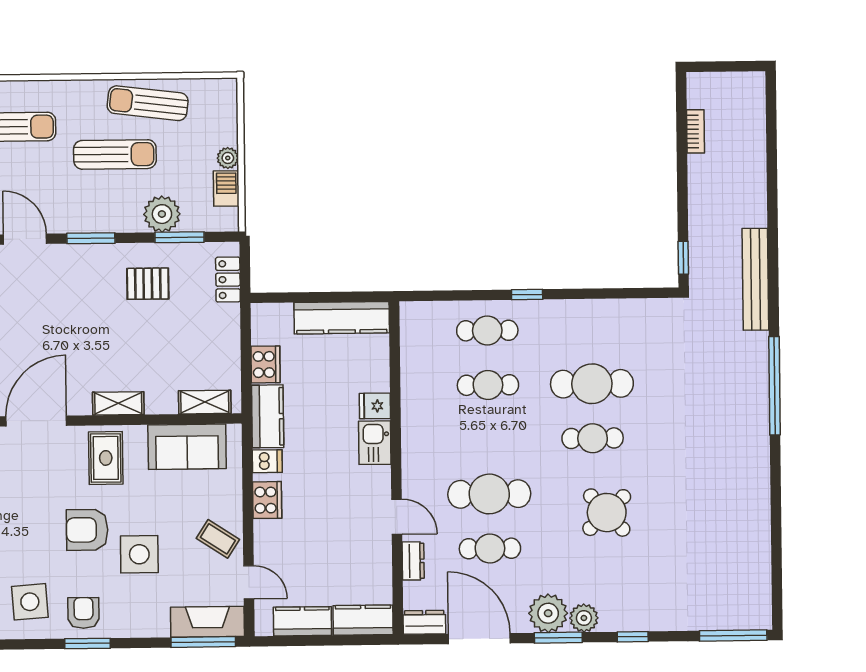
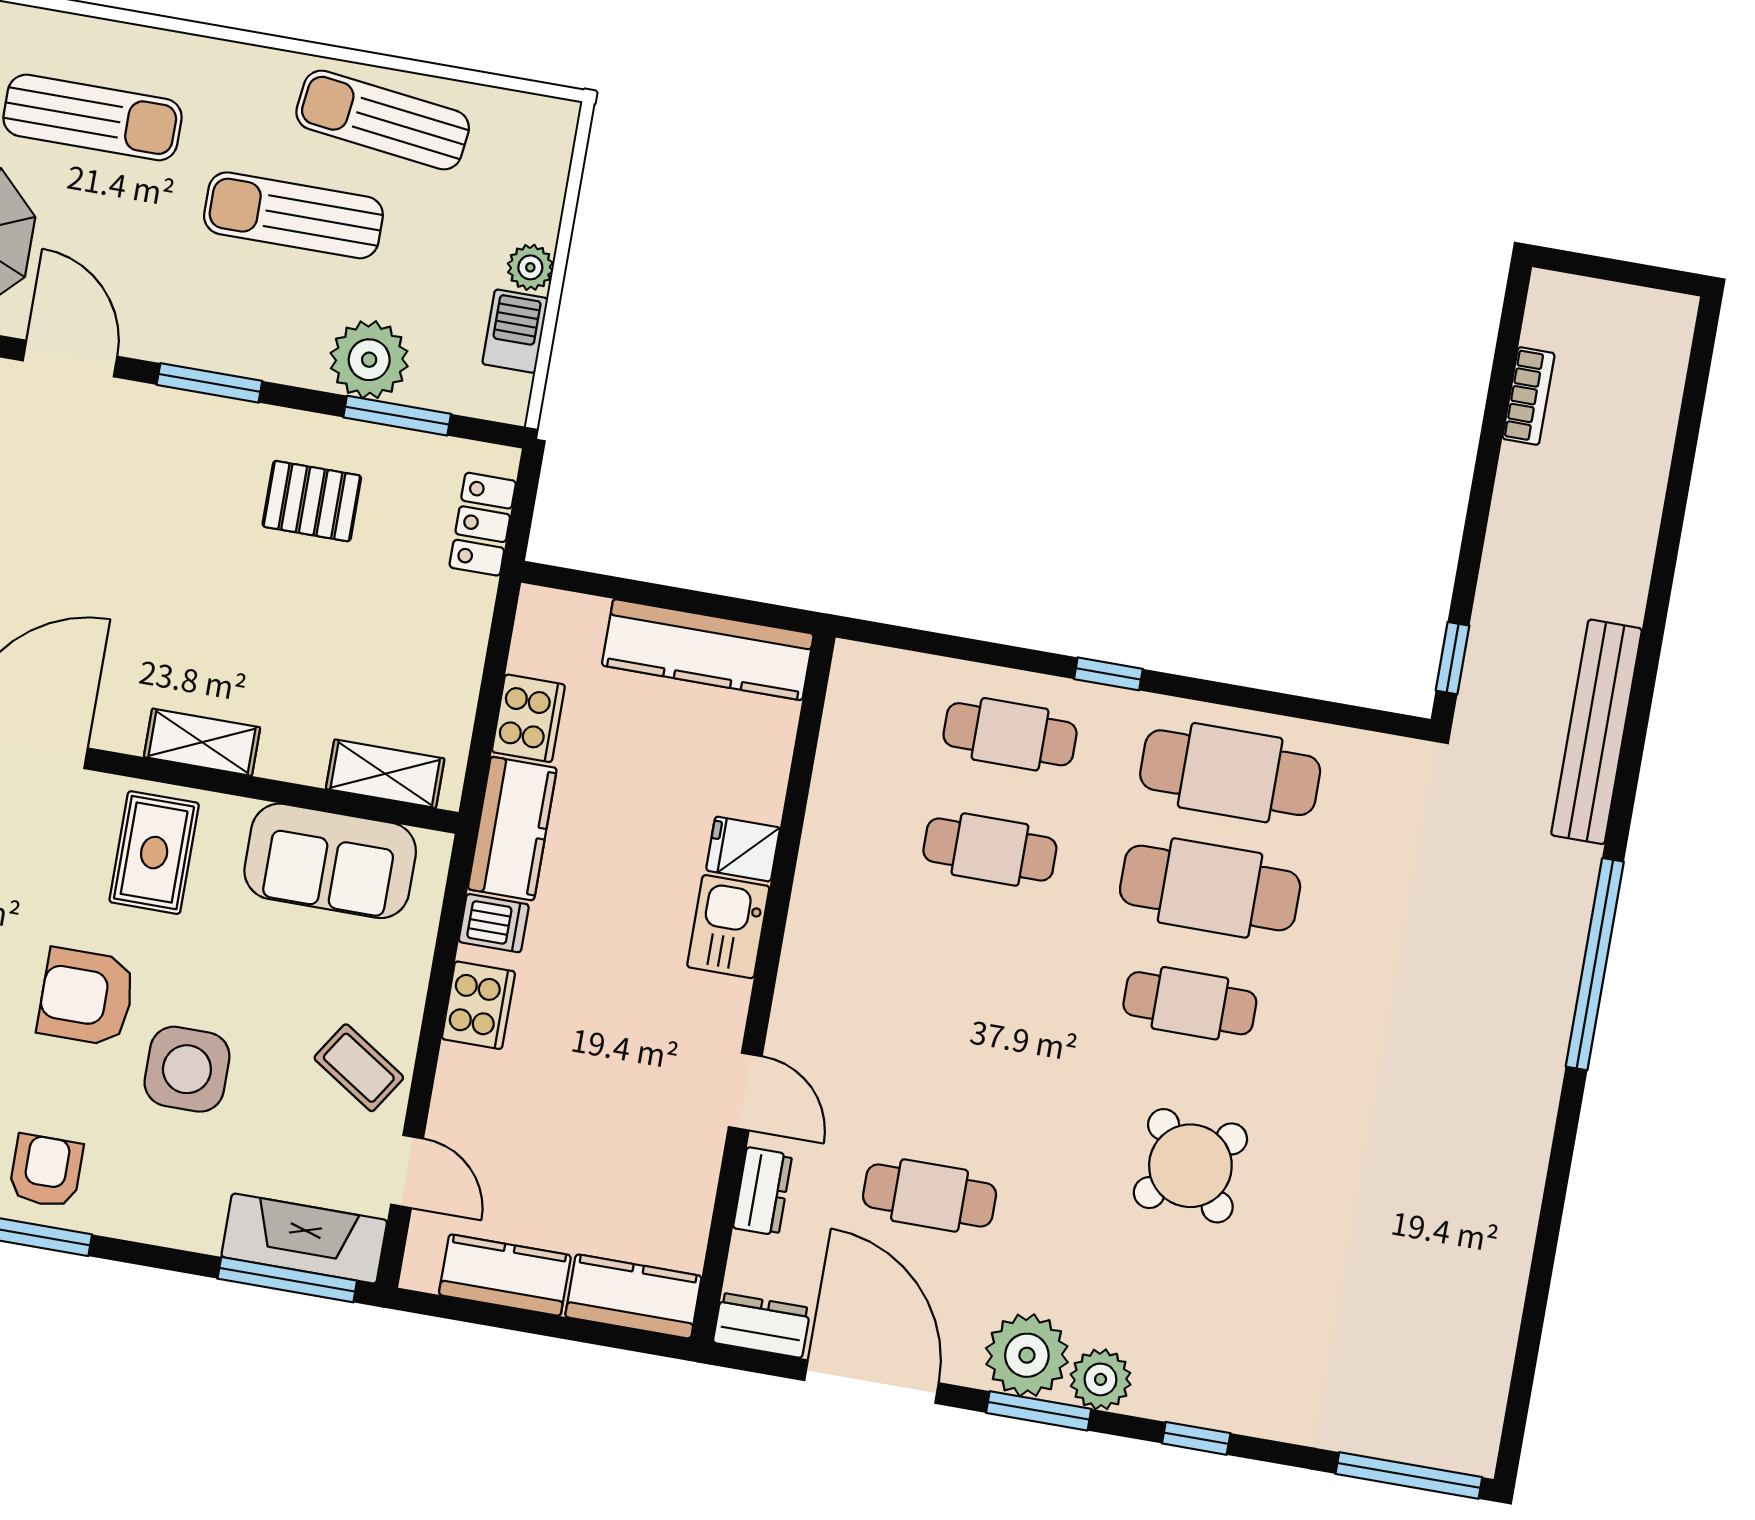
sun lounger: (115, 154) -> (293, 215), turned 180
cafe table: (489, 494) -> (1230, 773), moved

